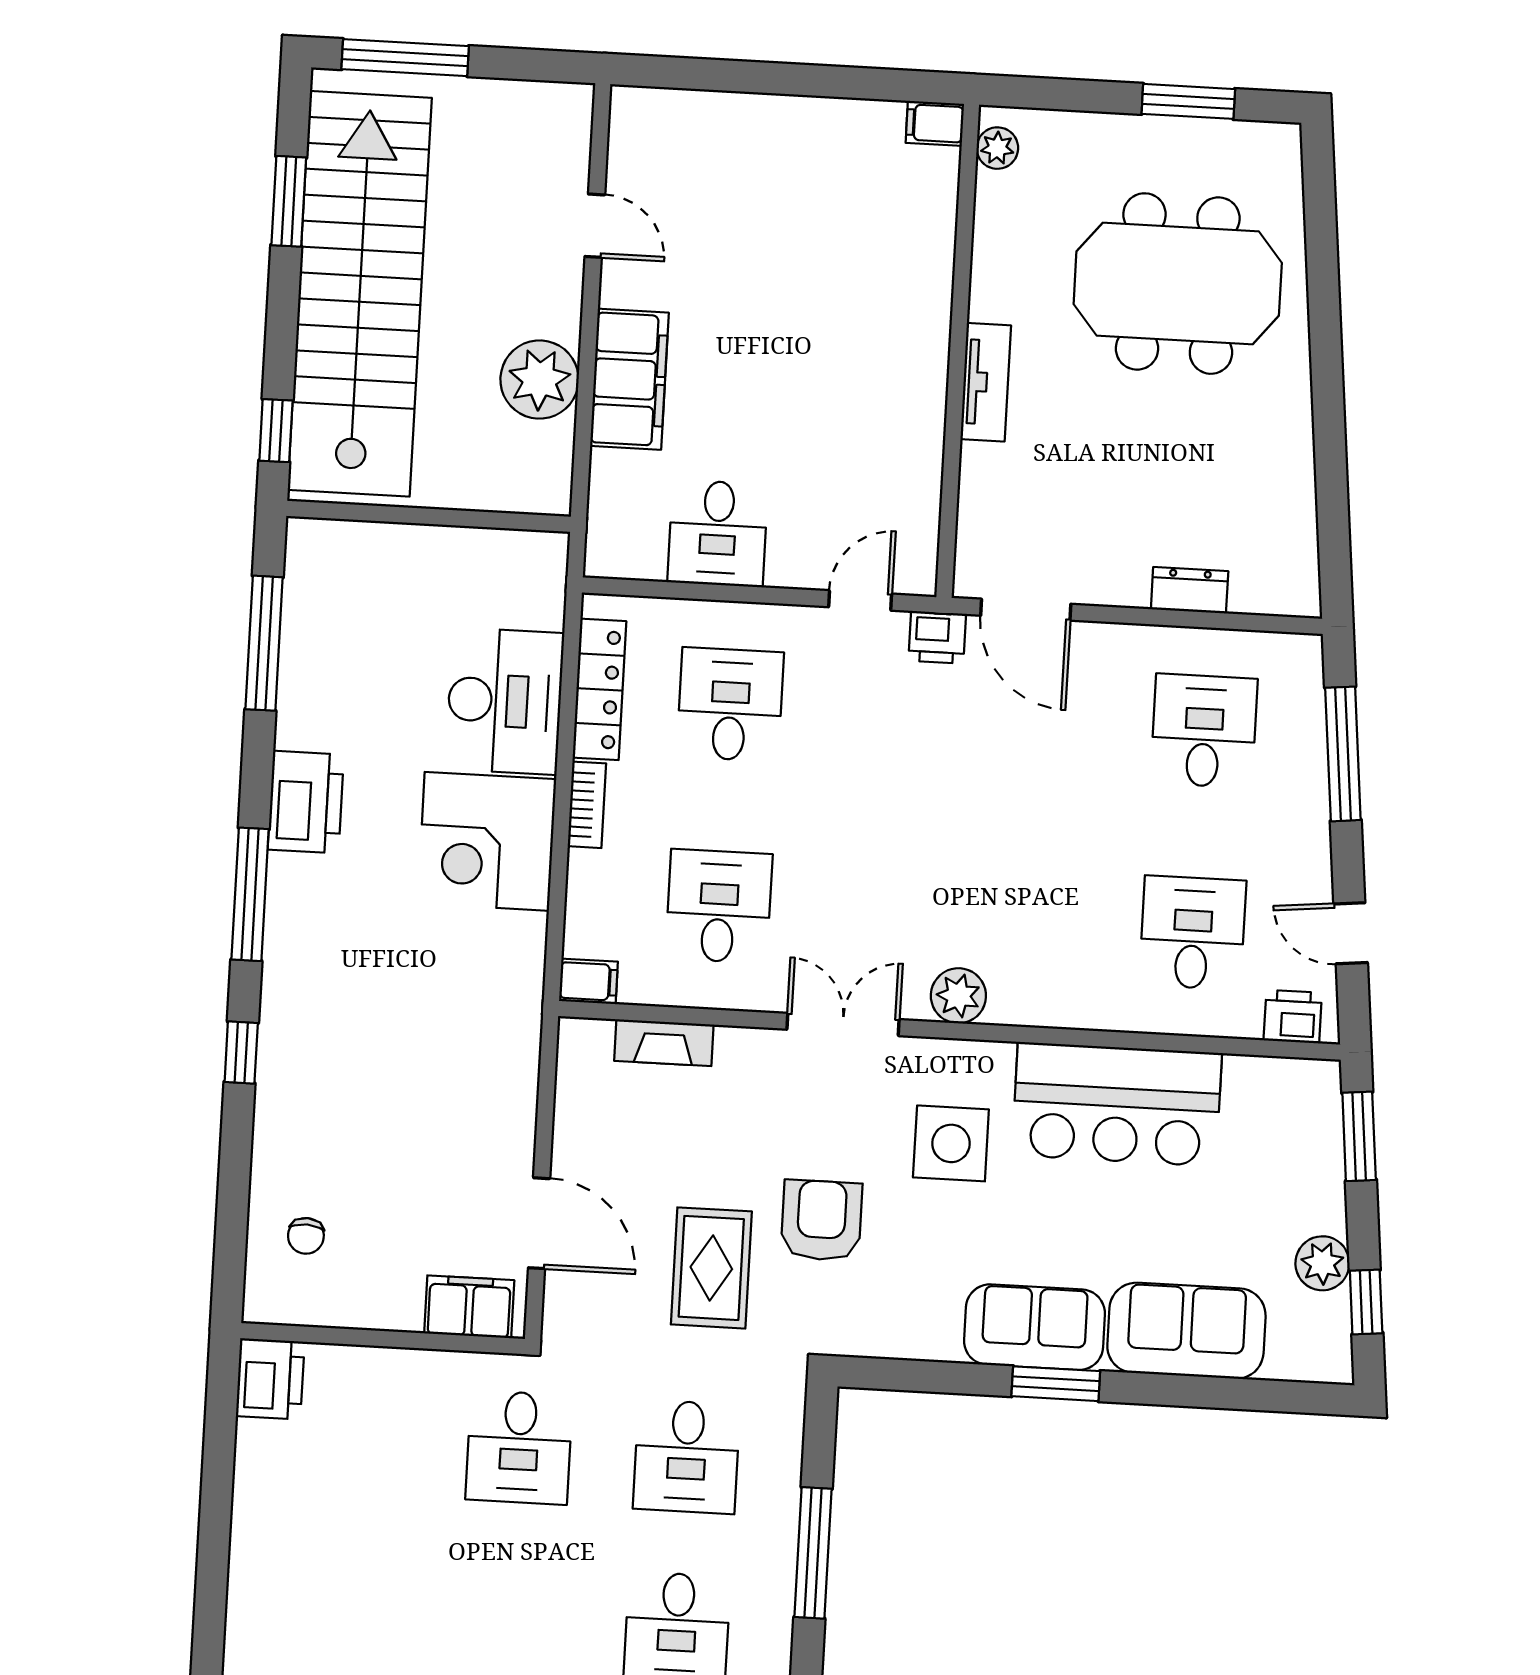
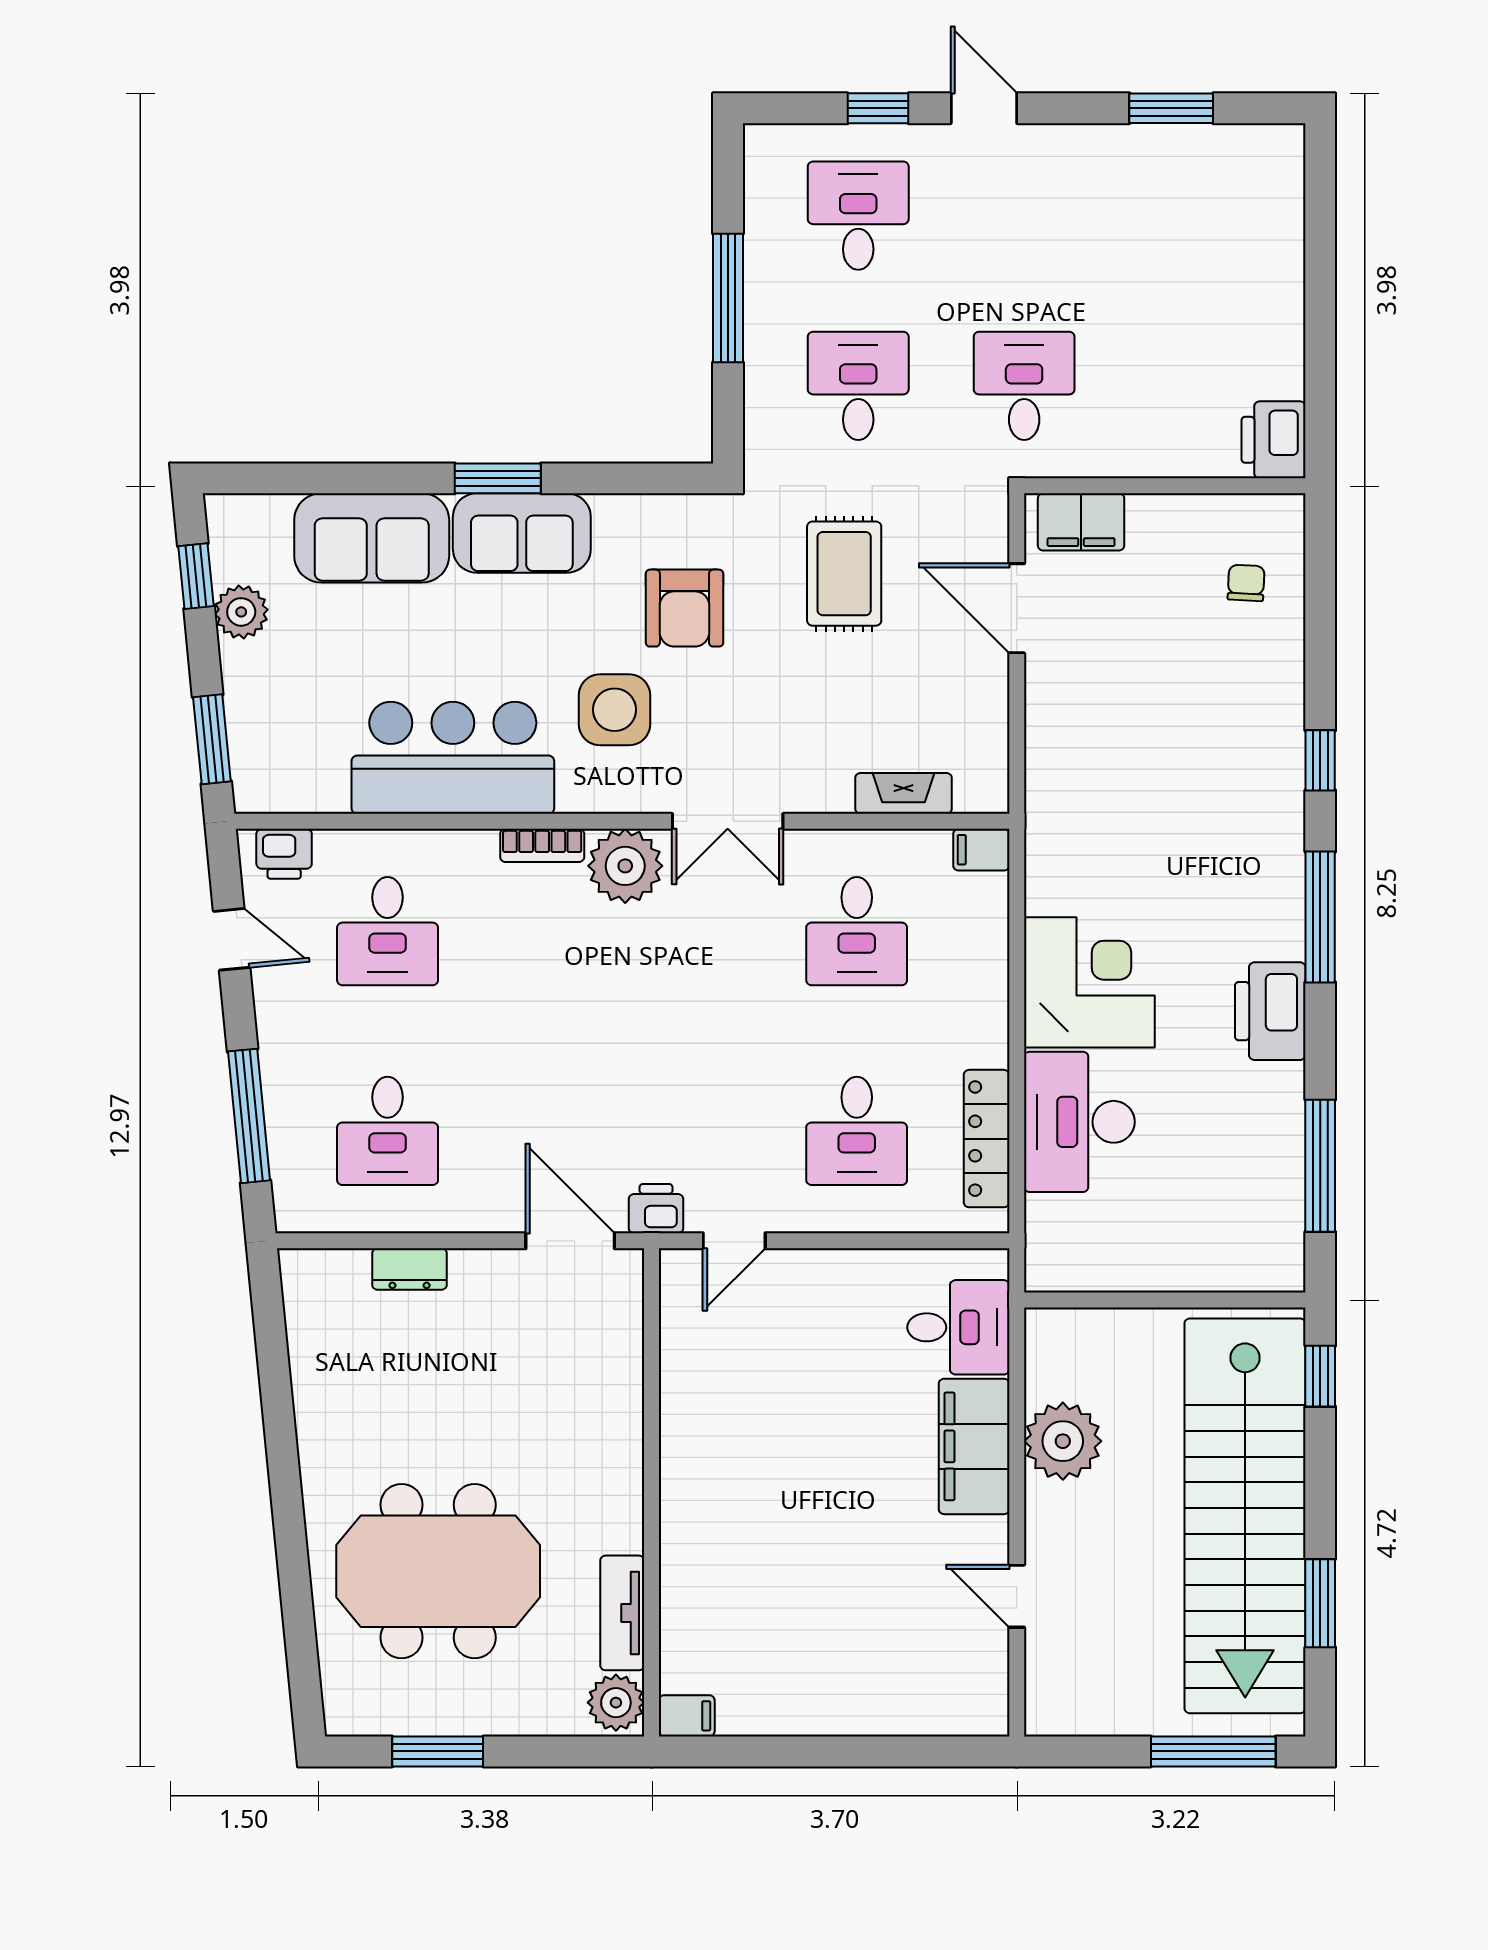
plant: (997, 148) -> (616, 1703), width x1.38, depth x1.38
tv unit: (986, 382) -> (622, 1613), moved
desk: (718, 533) -> (958, 1327), moved, turned 90
bookcase: (587, 805) -> (542, 845), moved, turned -90
plant: (958, 996) -> (625, 866), width x1.36, depth x1.36
armchair: (822, 1220) -> (684, 608), moved

